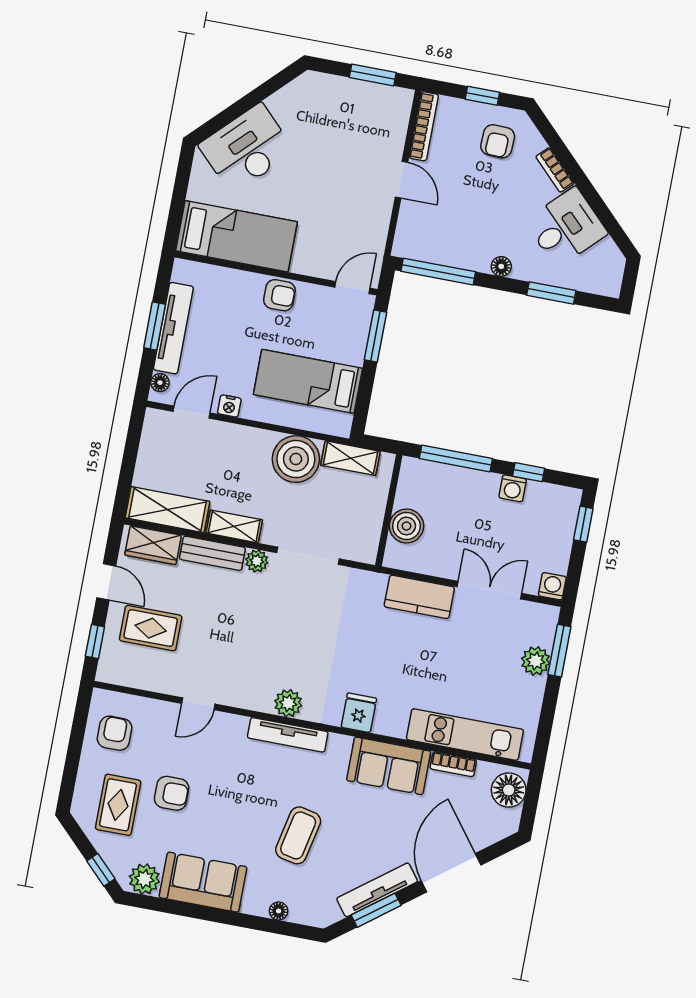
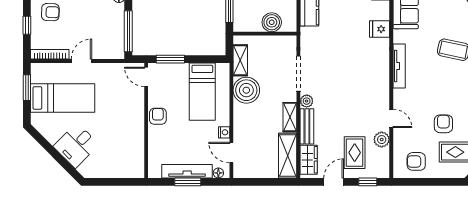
desk: (247, 148) -> (76, 145), width x0.73
bed: (237, 236) -> (63, 98), moved, turned 90
plant: (288, 703) -> (382, 140), moved

